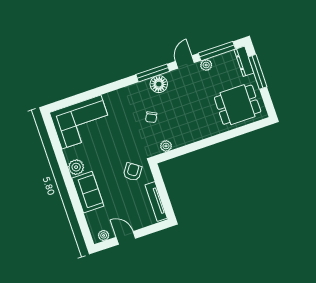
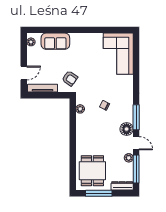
window: (258, 72) -> (99, 193), moved
floor lamp: (159, 84) -> (127, 129), moved
plant: (76, 167) -> (87, 39), removed
sofa: (88, 192) -> (55, 41), moved
door: (126, 238) -> (24, 73), moved

